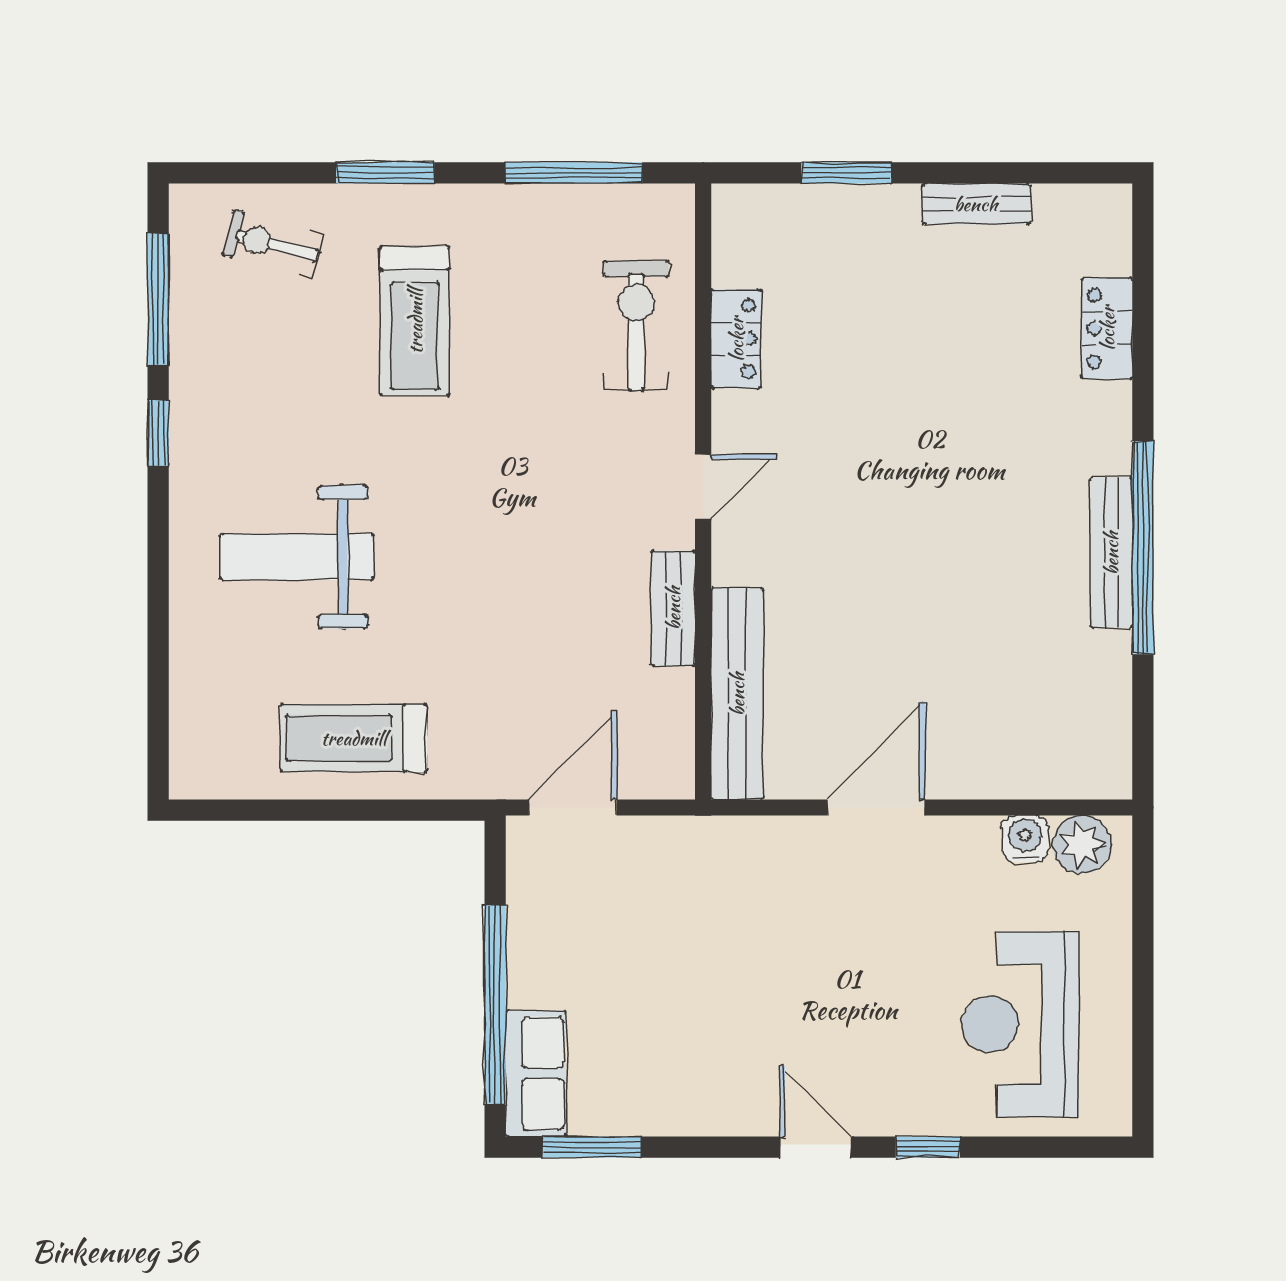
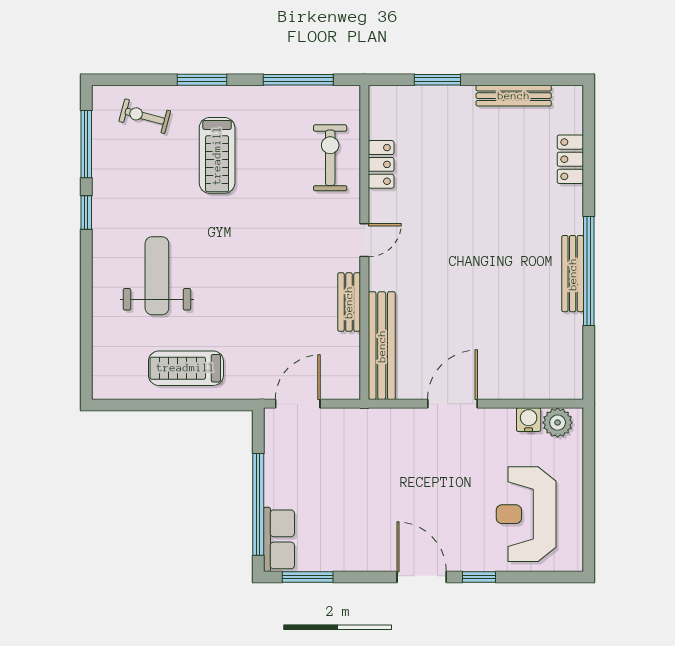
bench: (976, 204) -> (514, 96), width x1.36
weight bench: (297, 557) -> (157, 276), turned 90
door: (815, 1147) -> (422, 577), width x1.38

